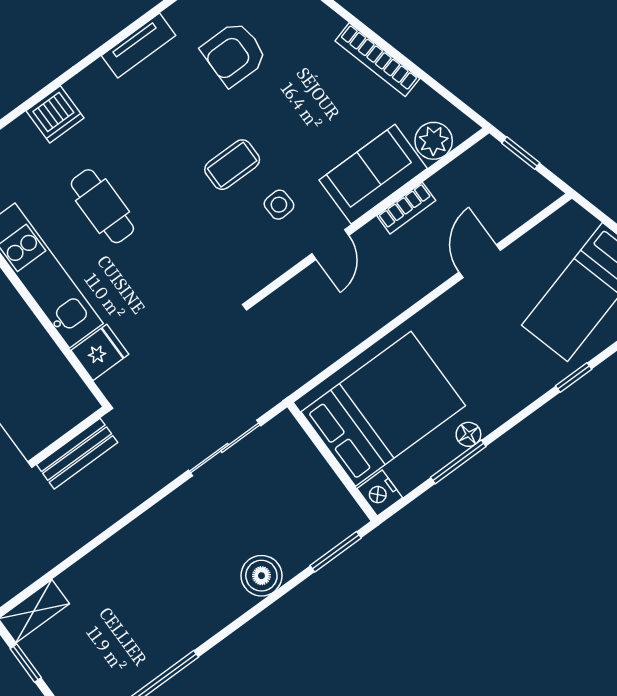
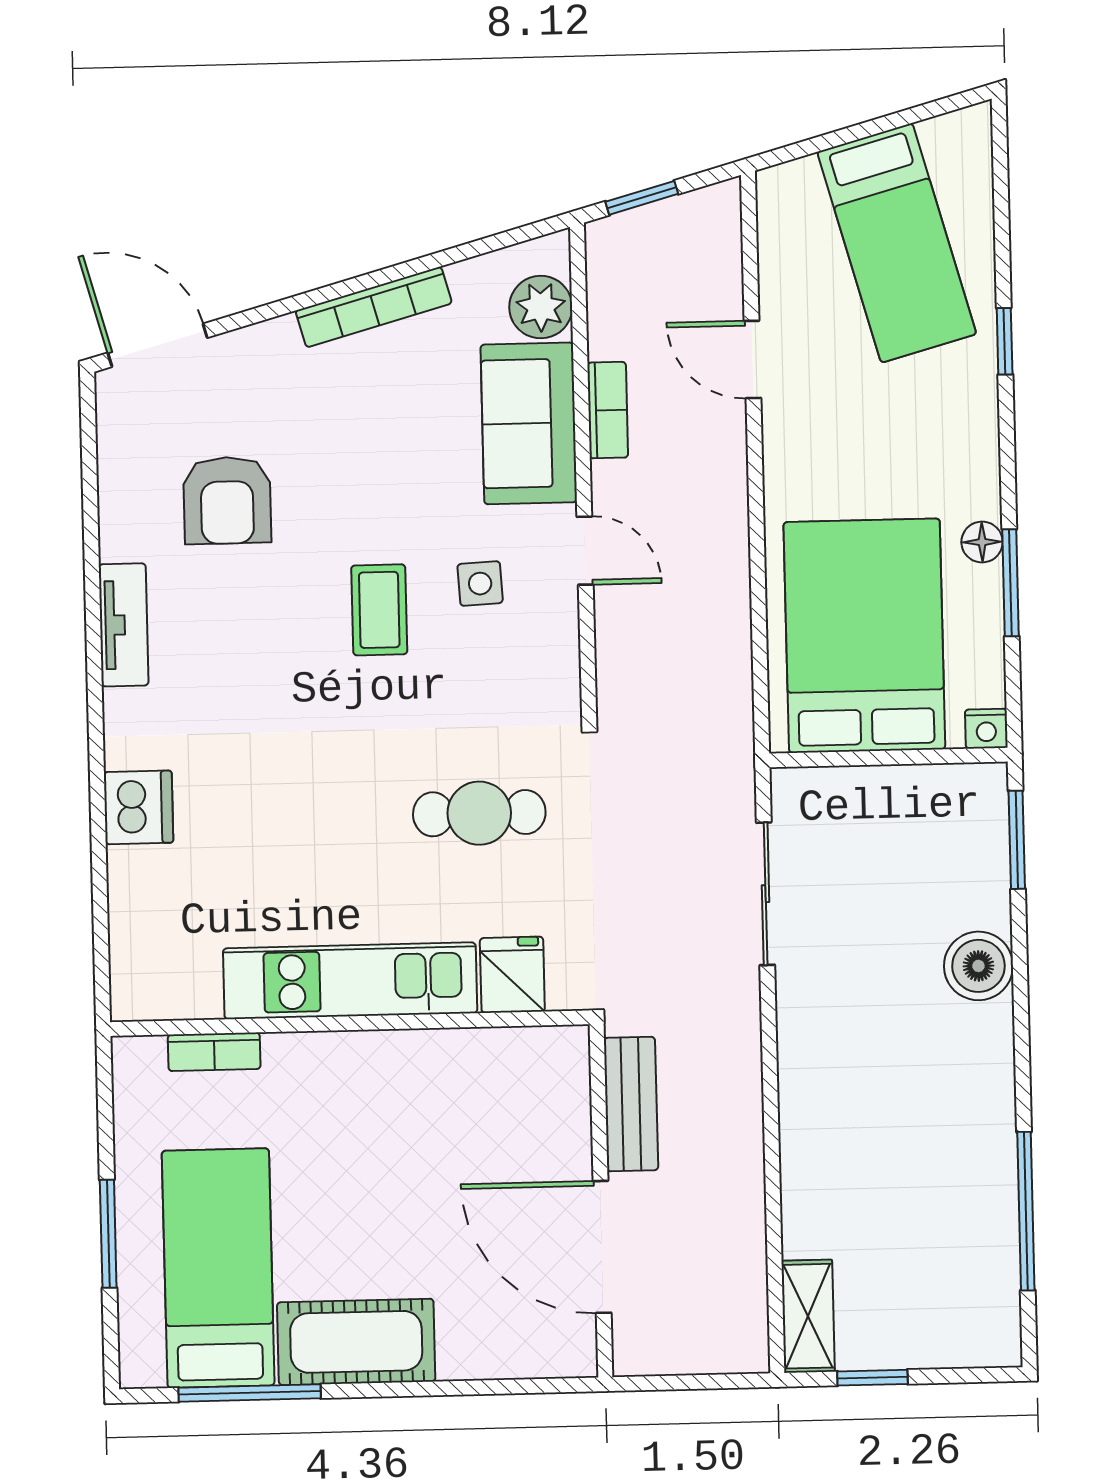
cafe table: (102, 206) -> (479, 813), moved
nightstand: (380, 493) -> (986, 729), width x0.72, depth x0.74

